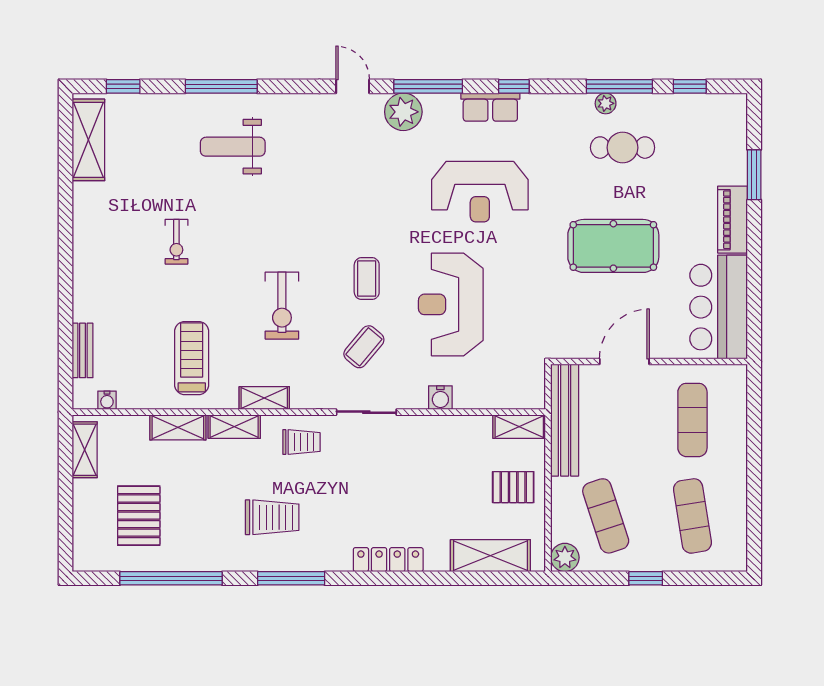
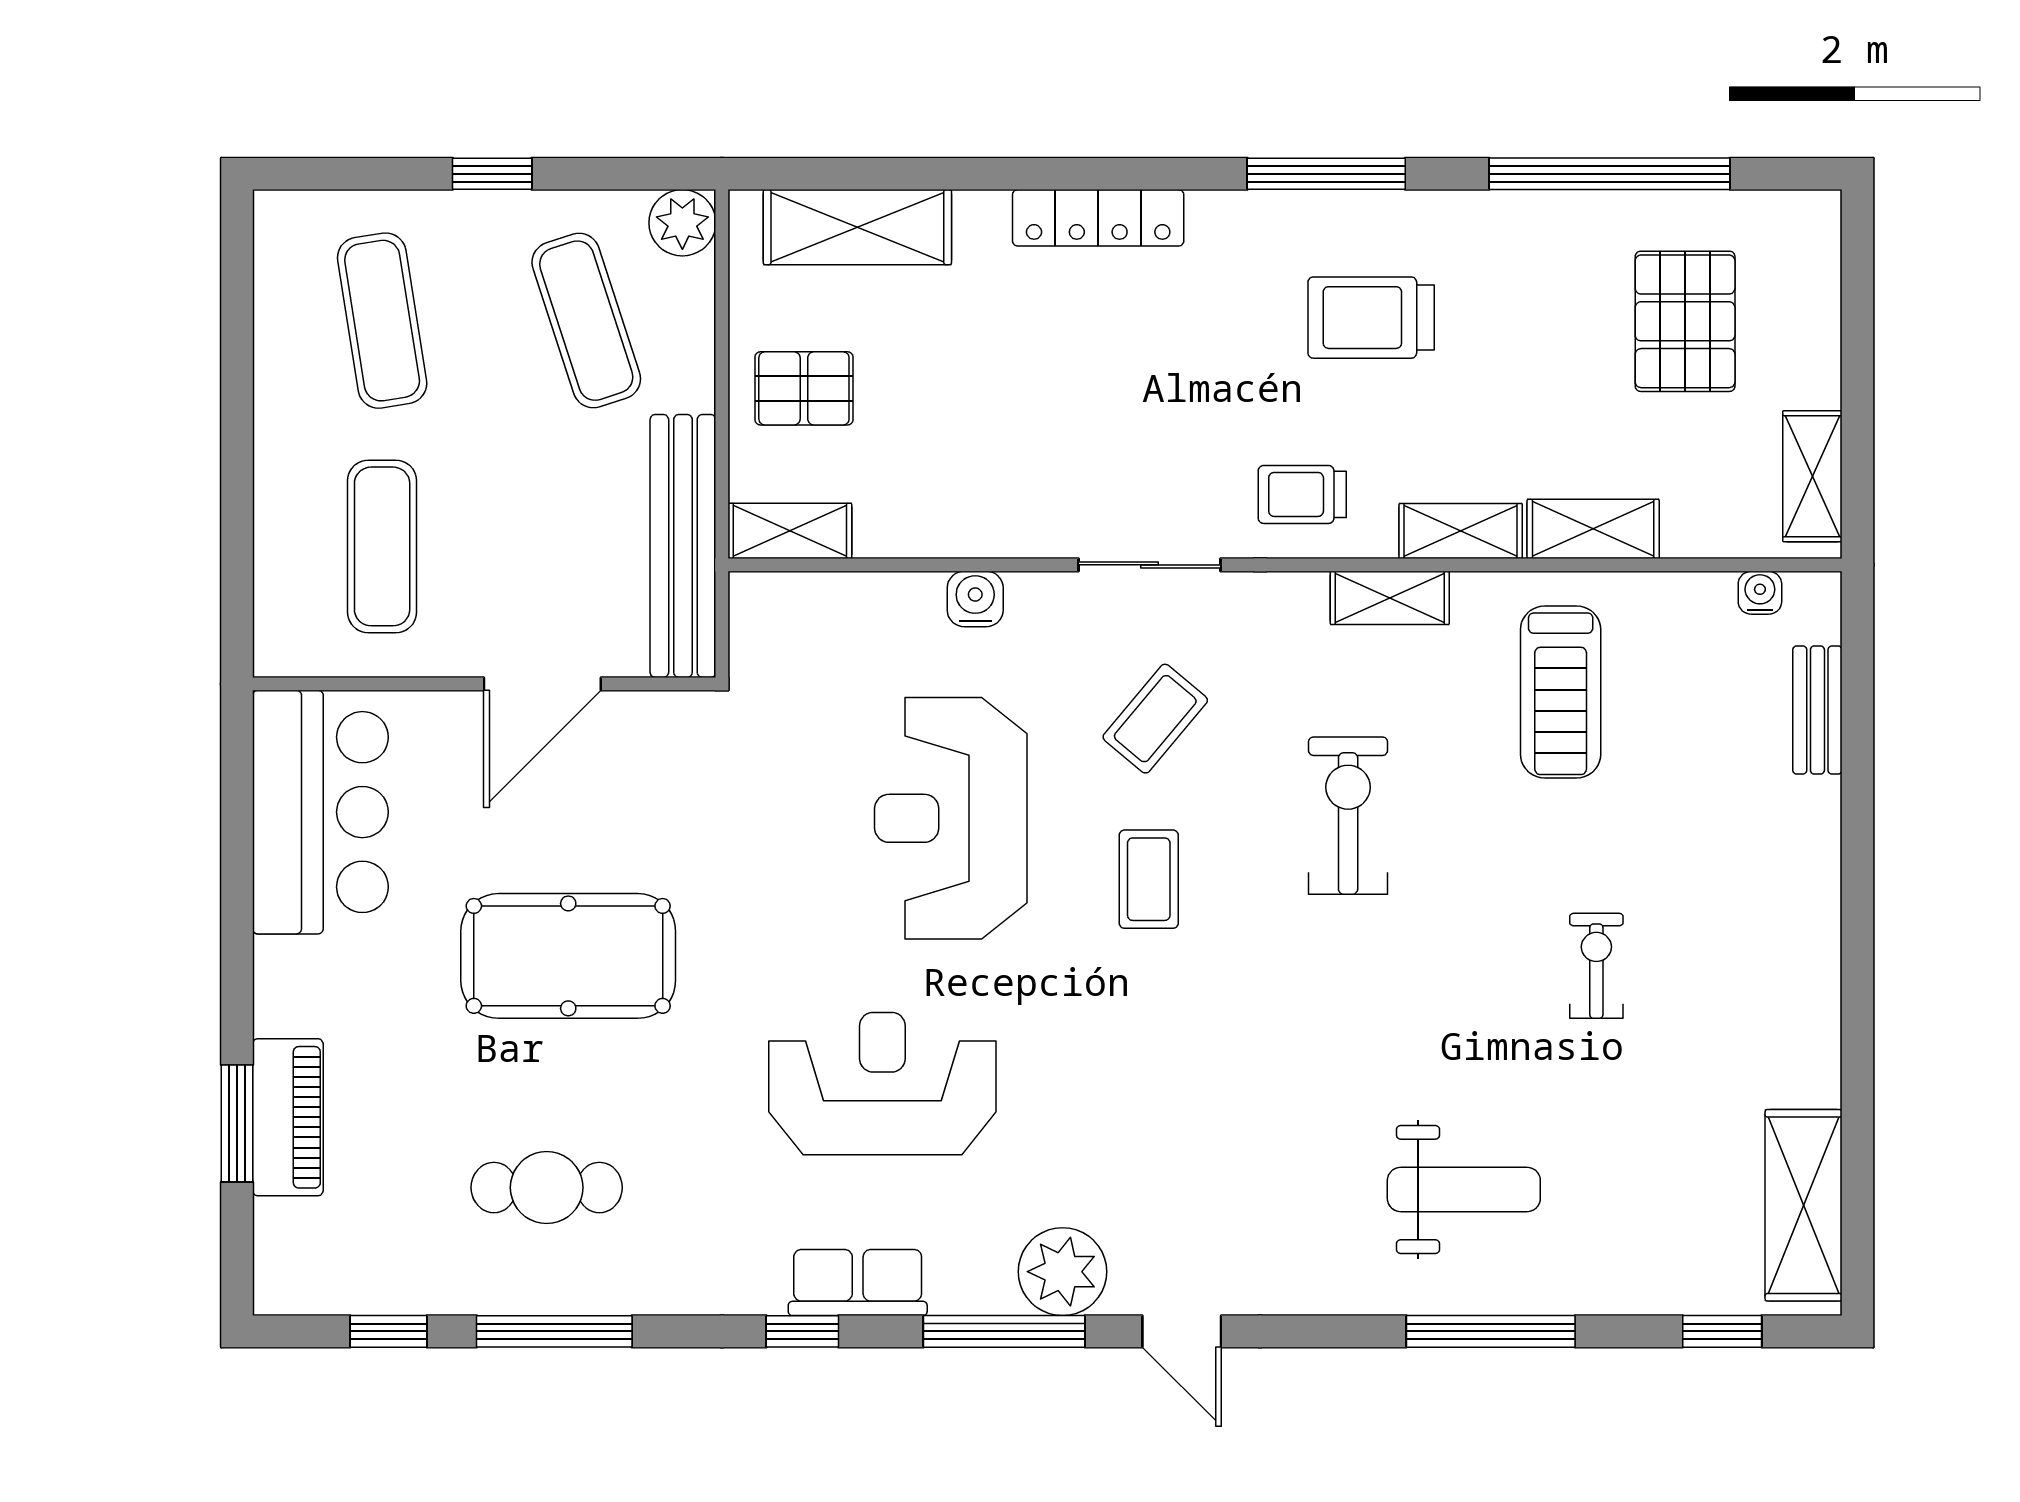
plant: (606, 103) -> (587, 1291), removed
piano: (733, 220) -> (288, 1117), moved
reception desk: (451, 304) -> (951, 818), turned 180

